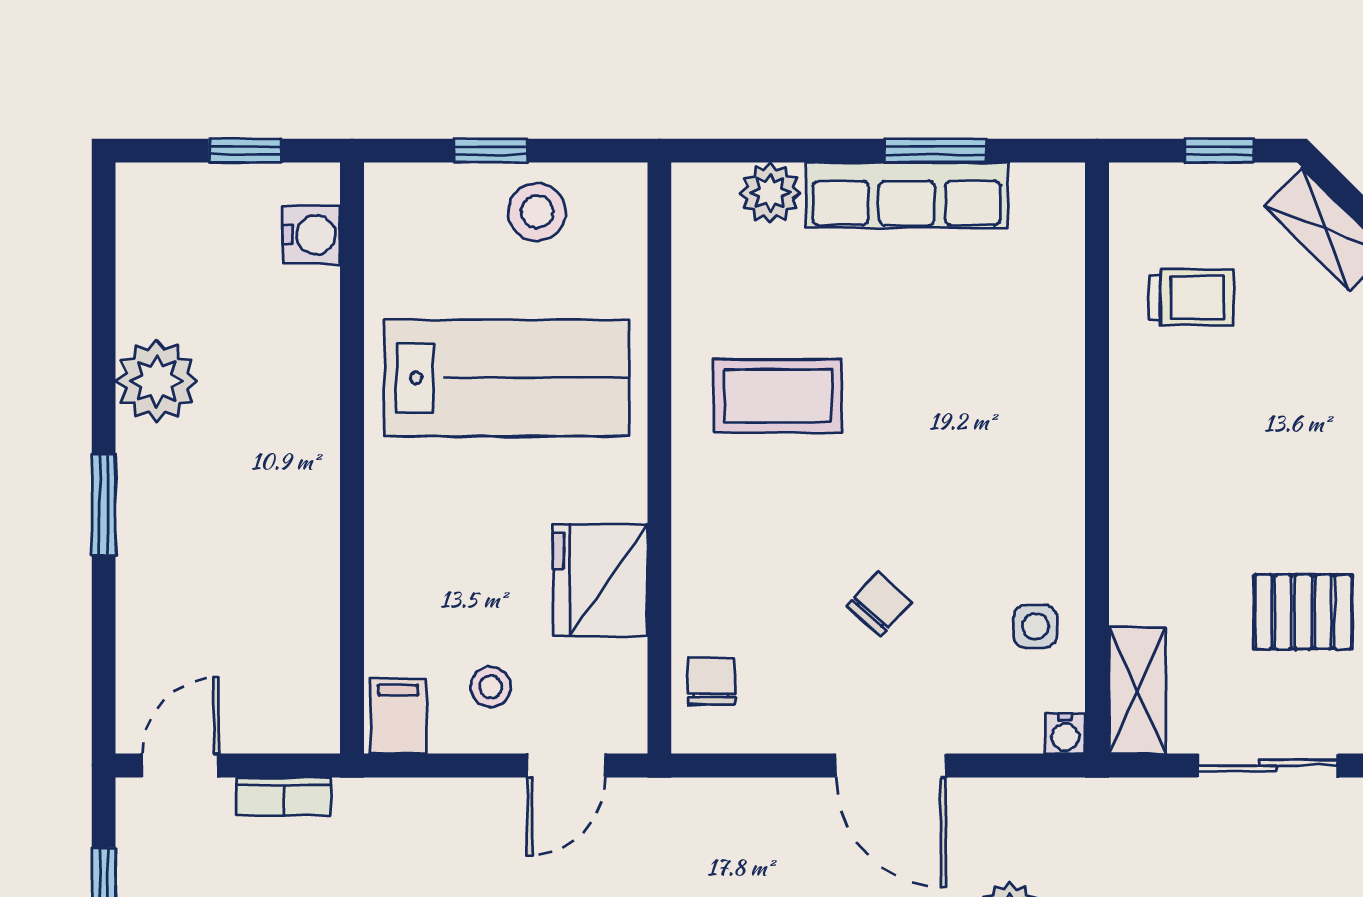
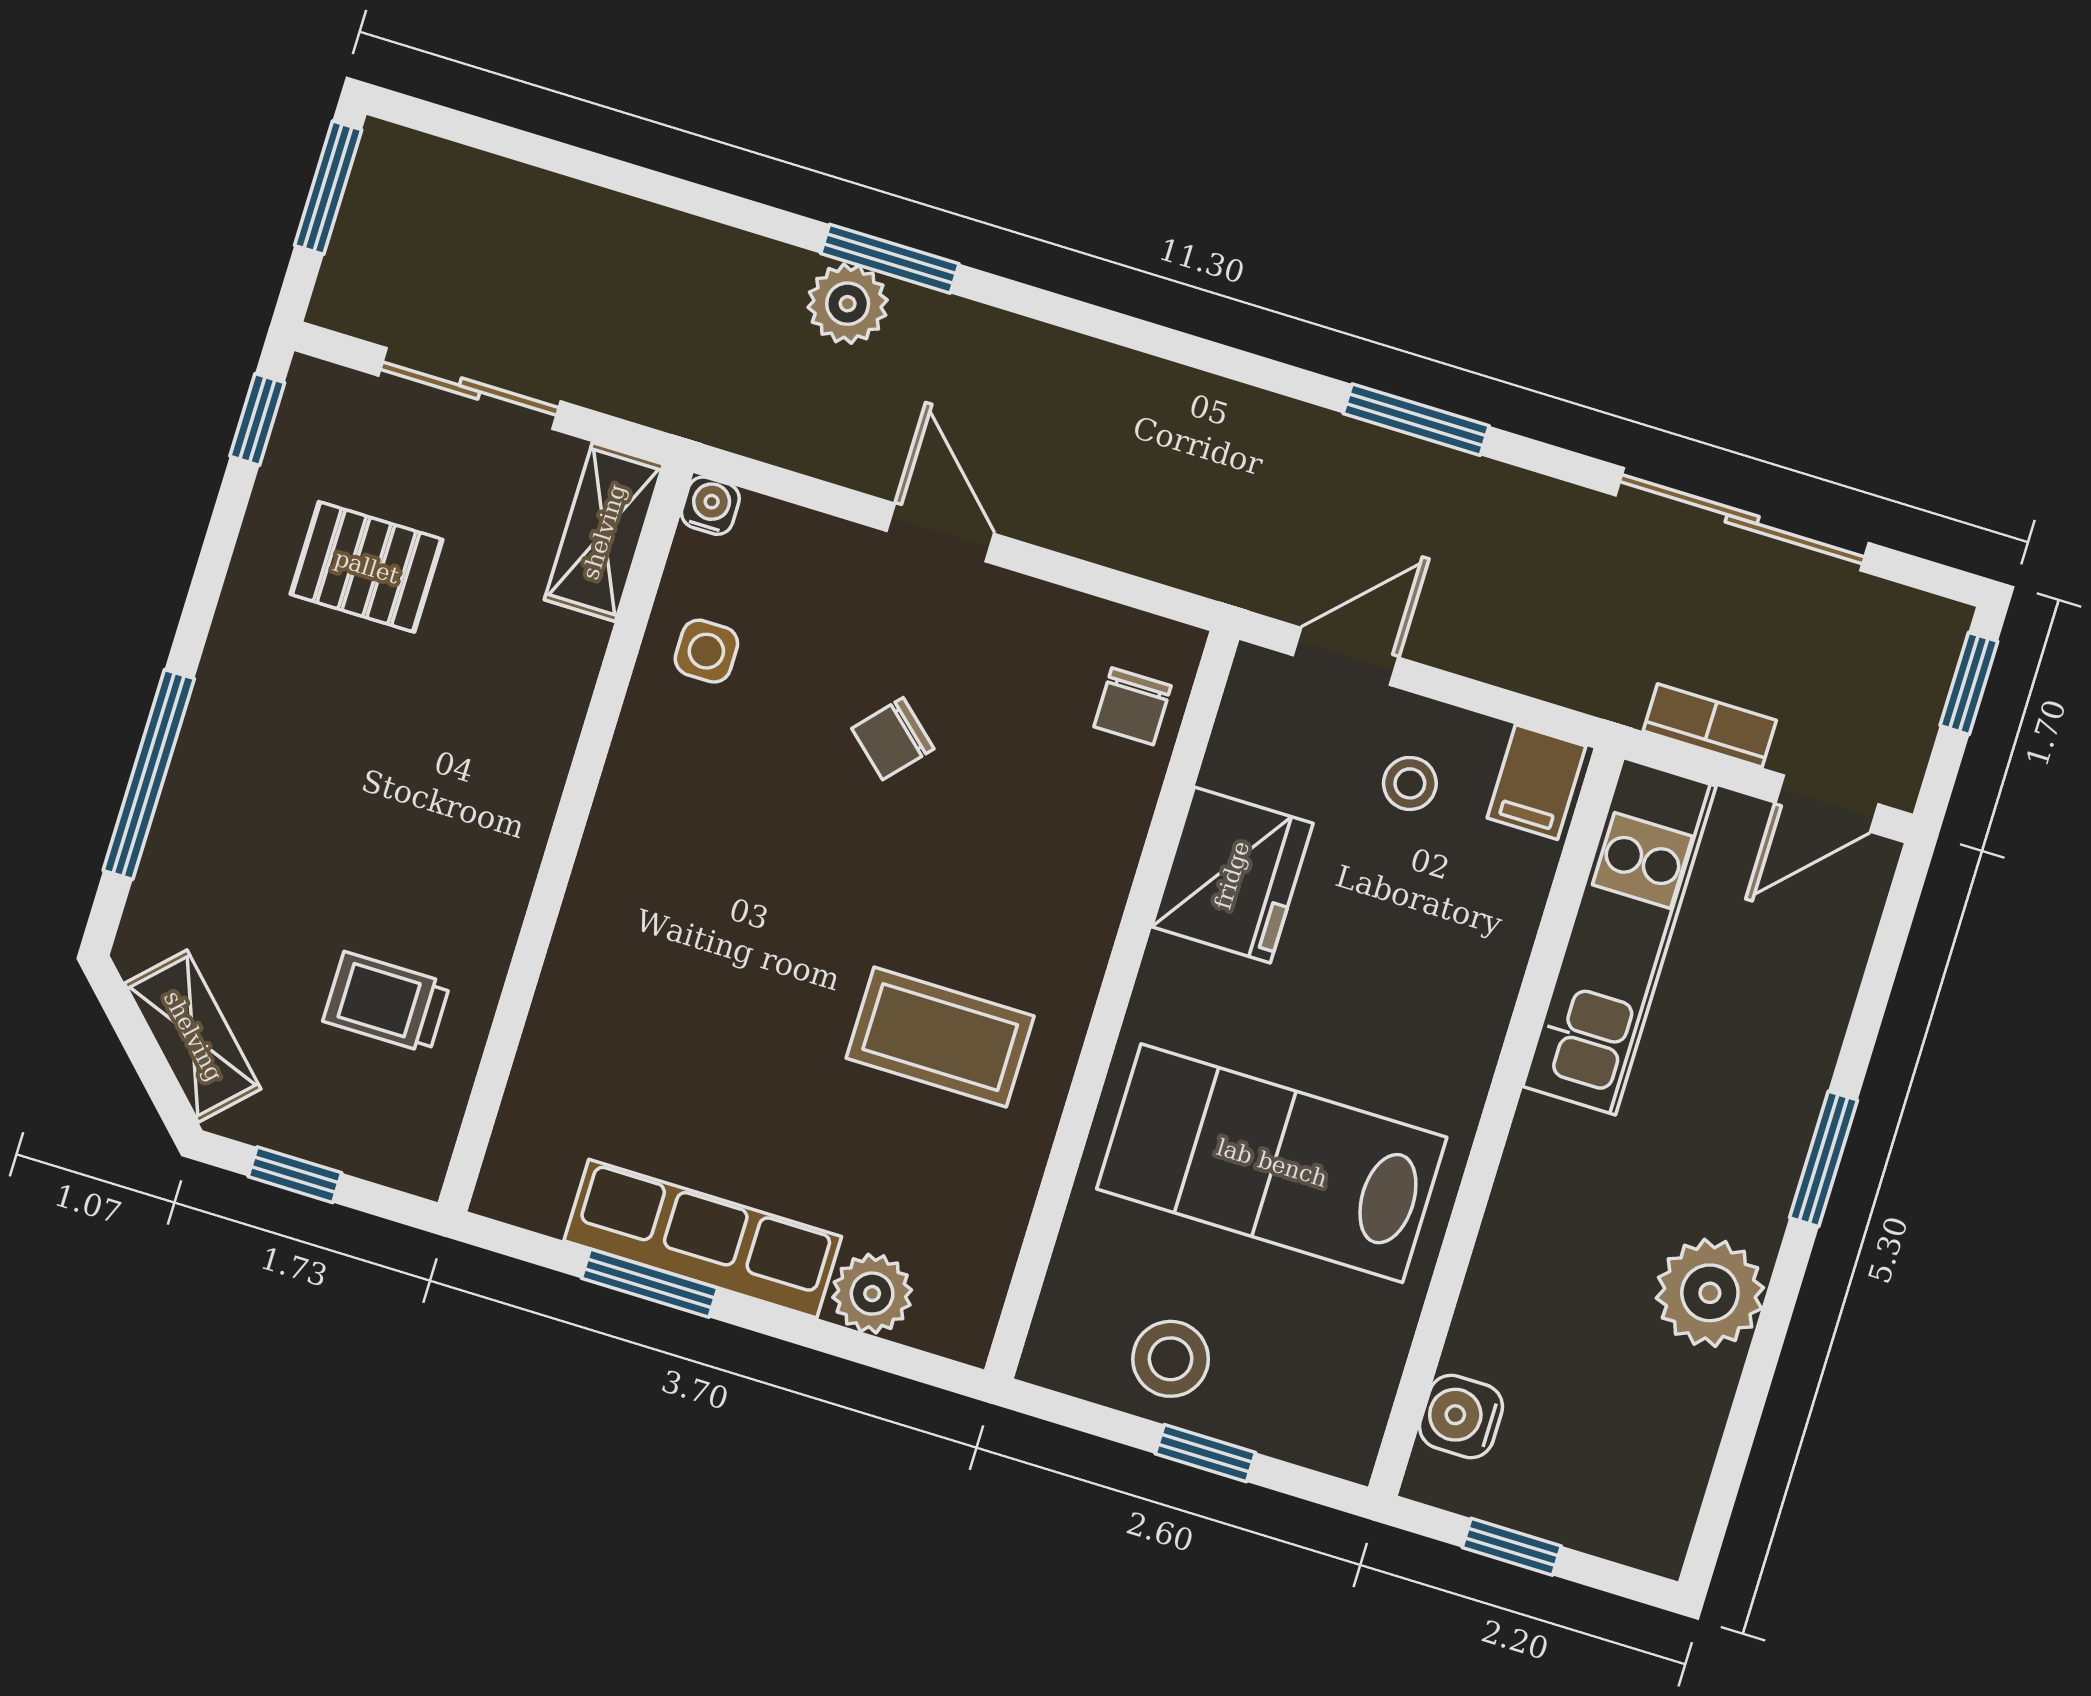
kitchen unit: (303, 622) -> (1619, 936), added
door: (891, 766) -> (940, 532), width x0.73

